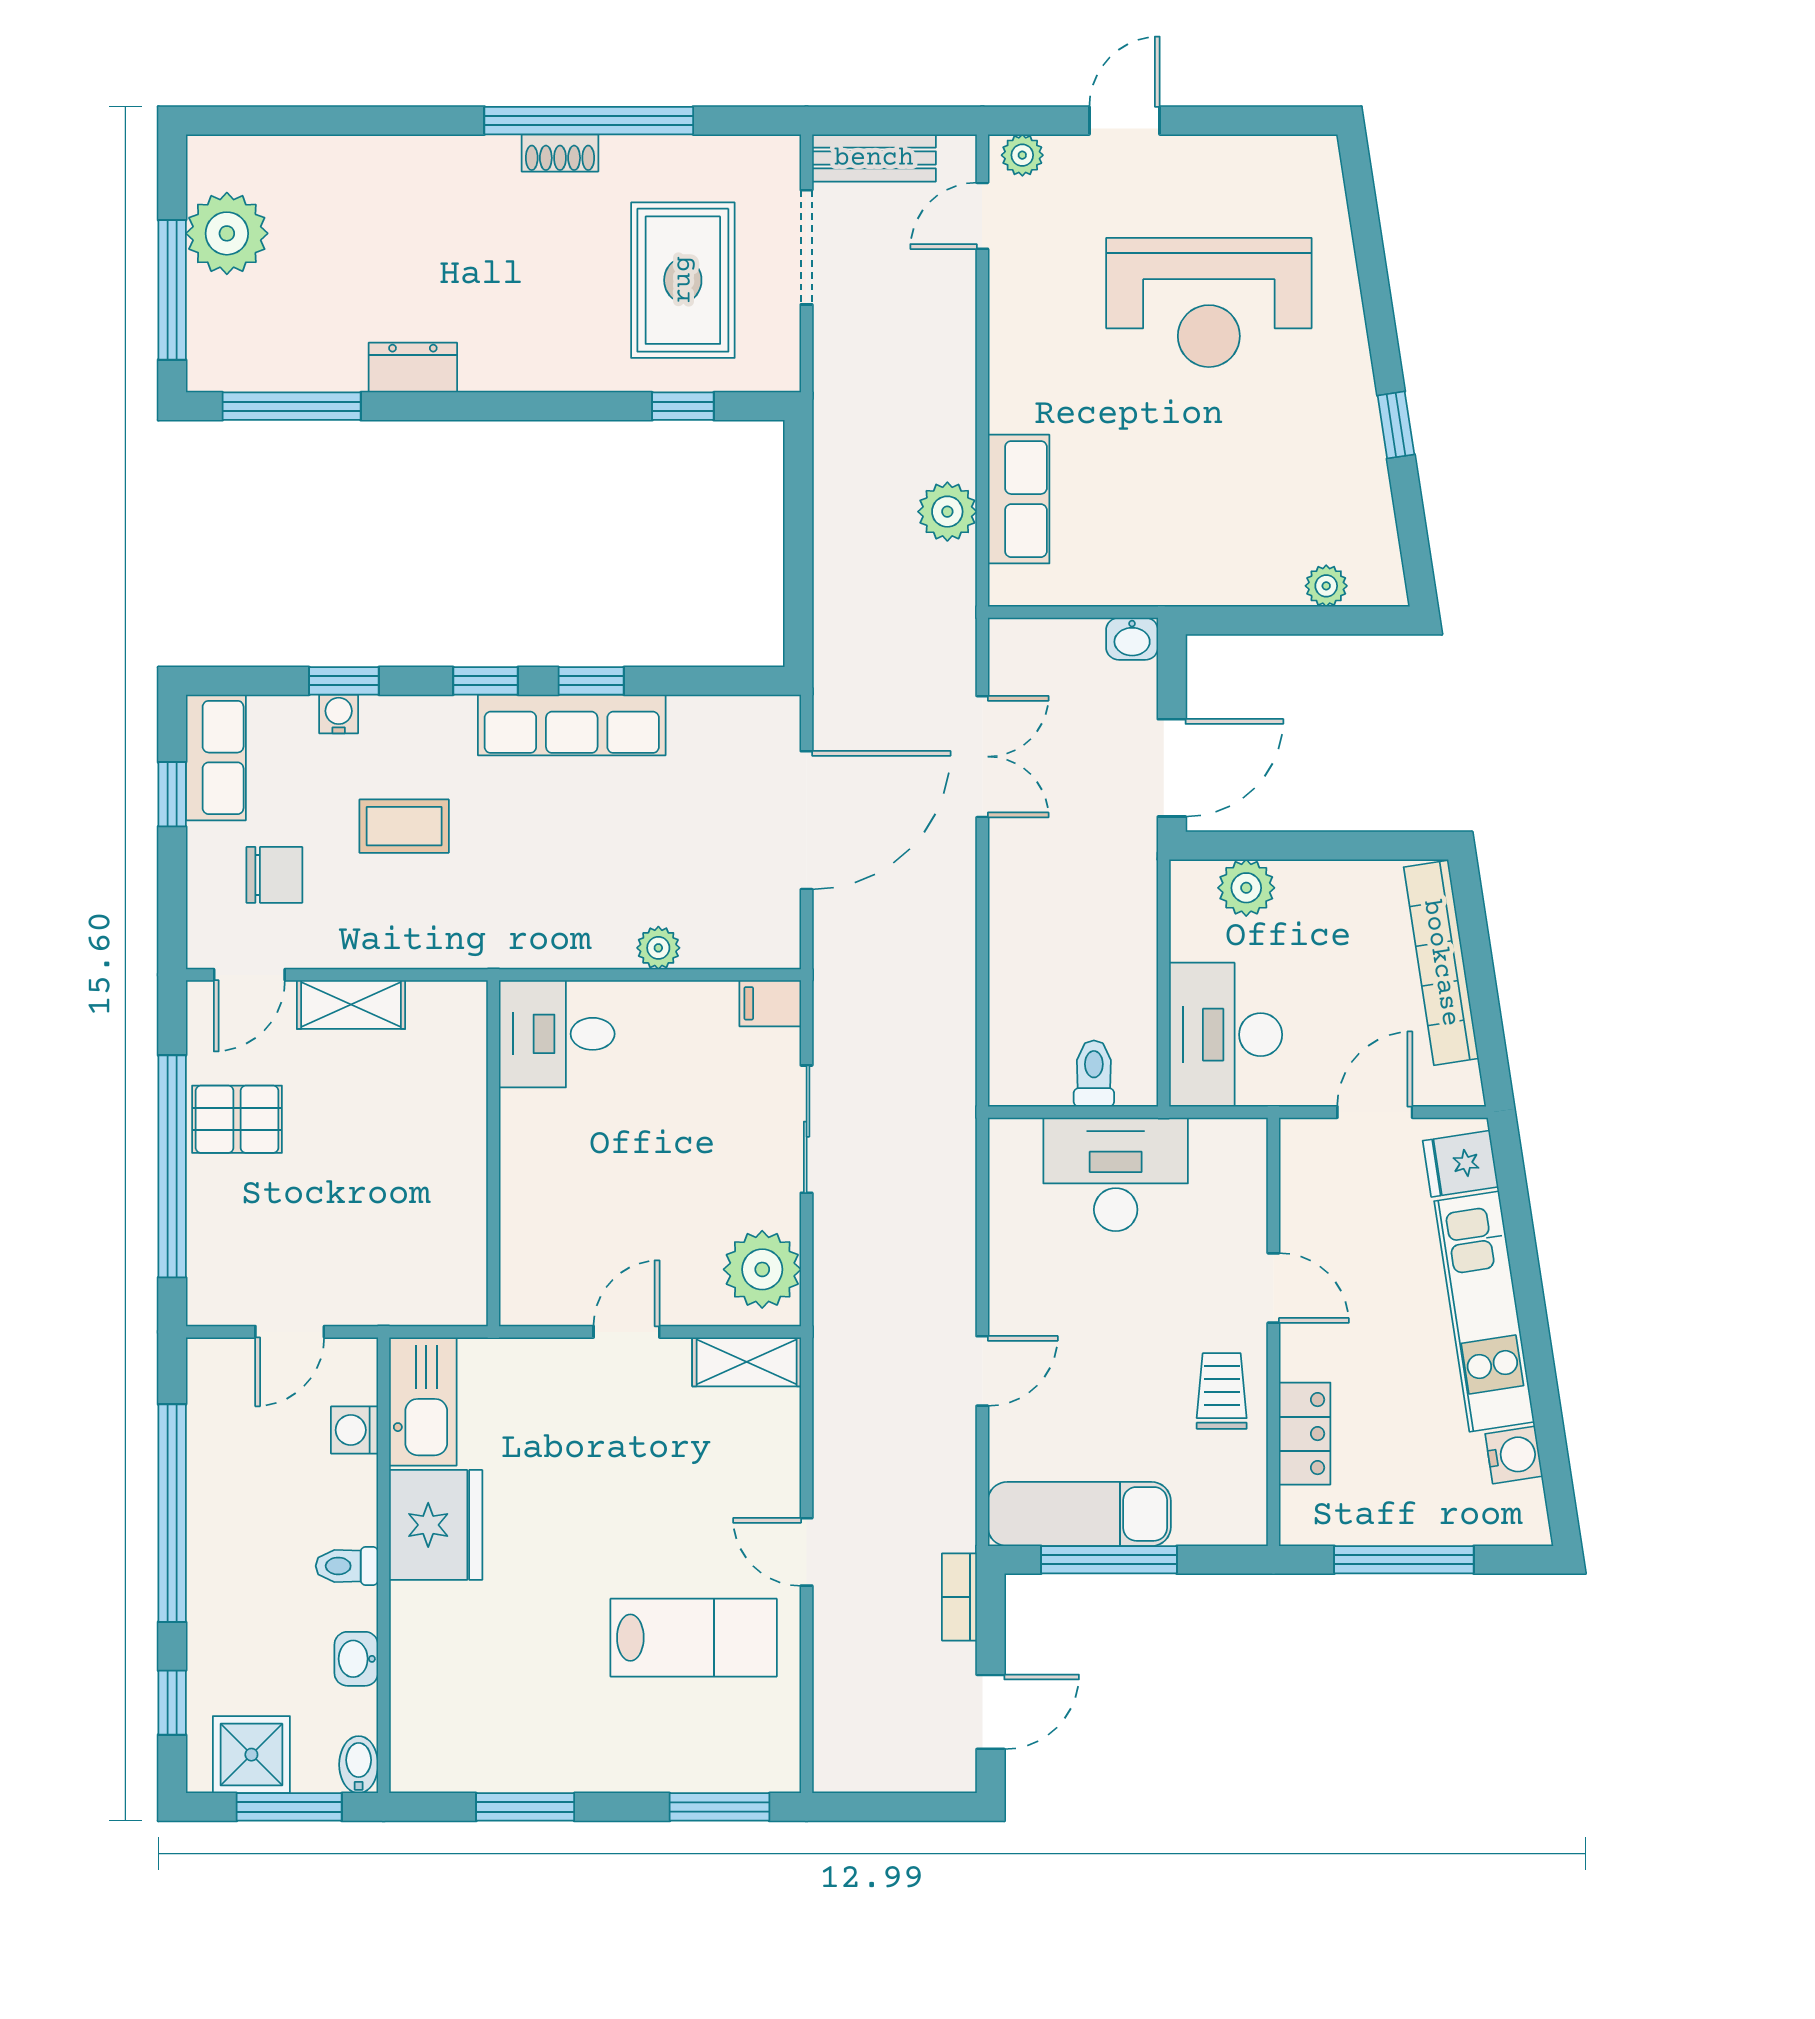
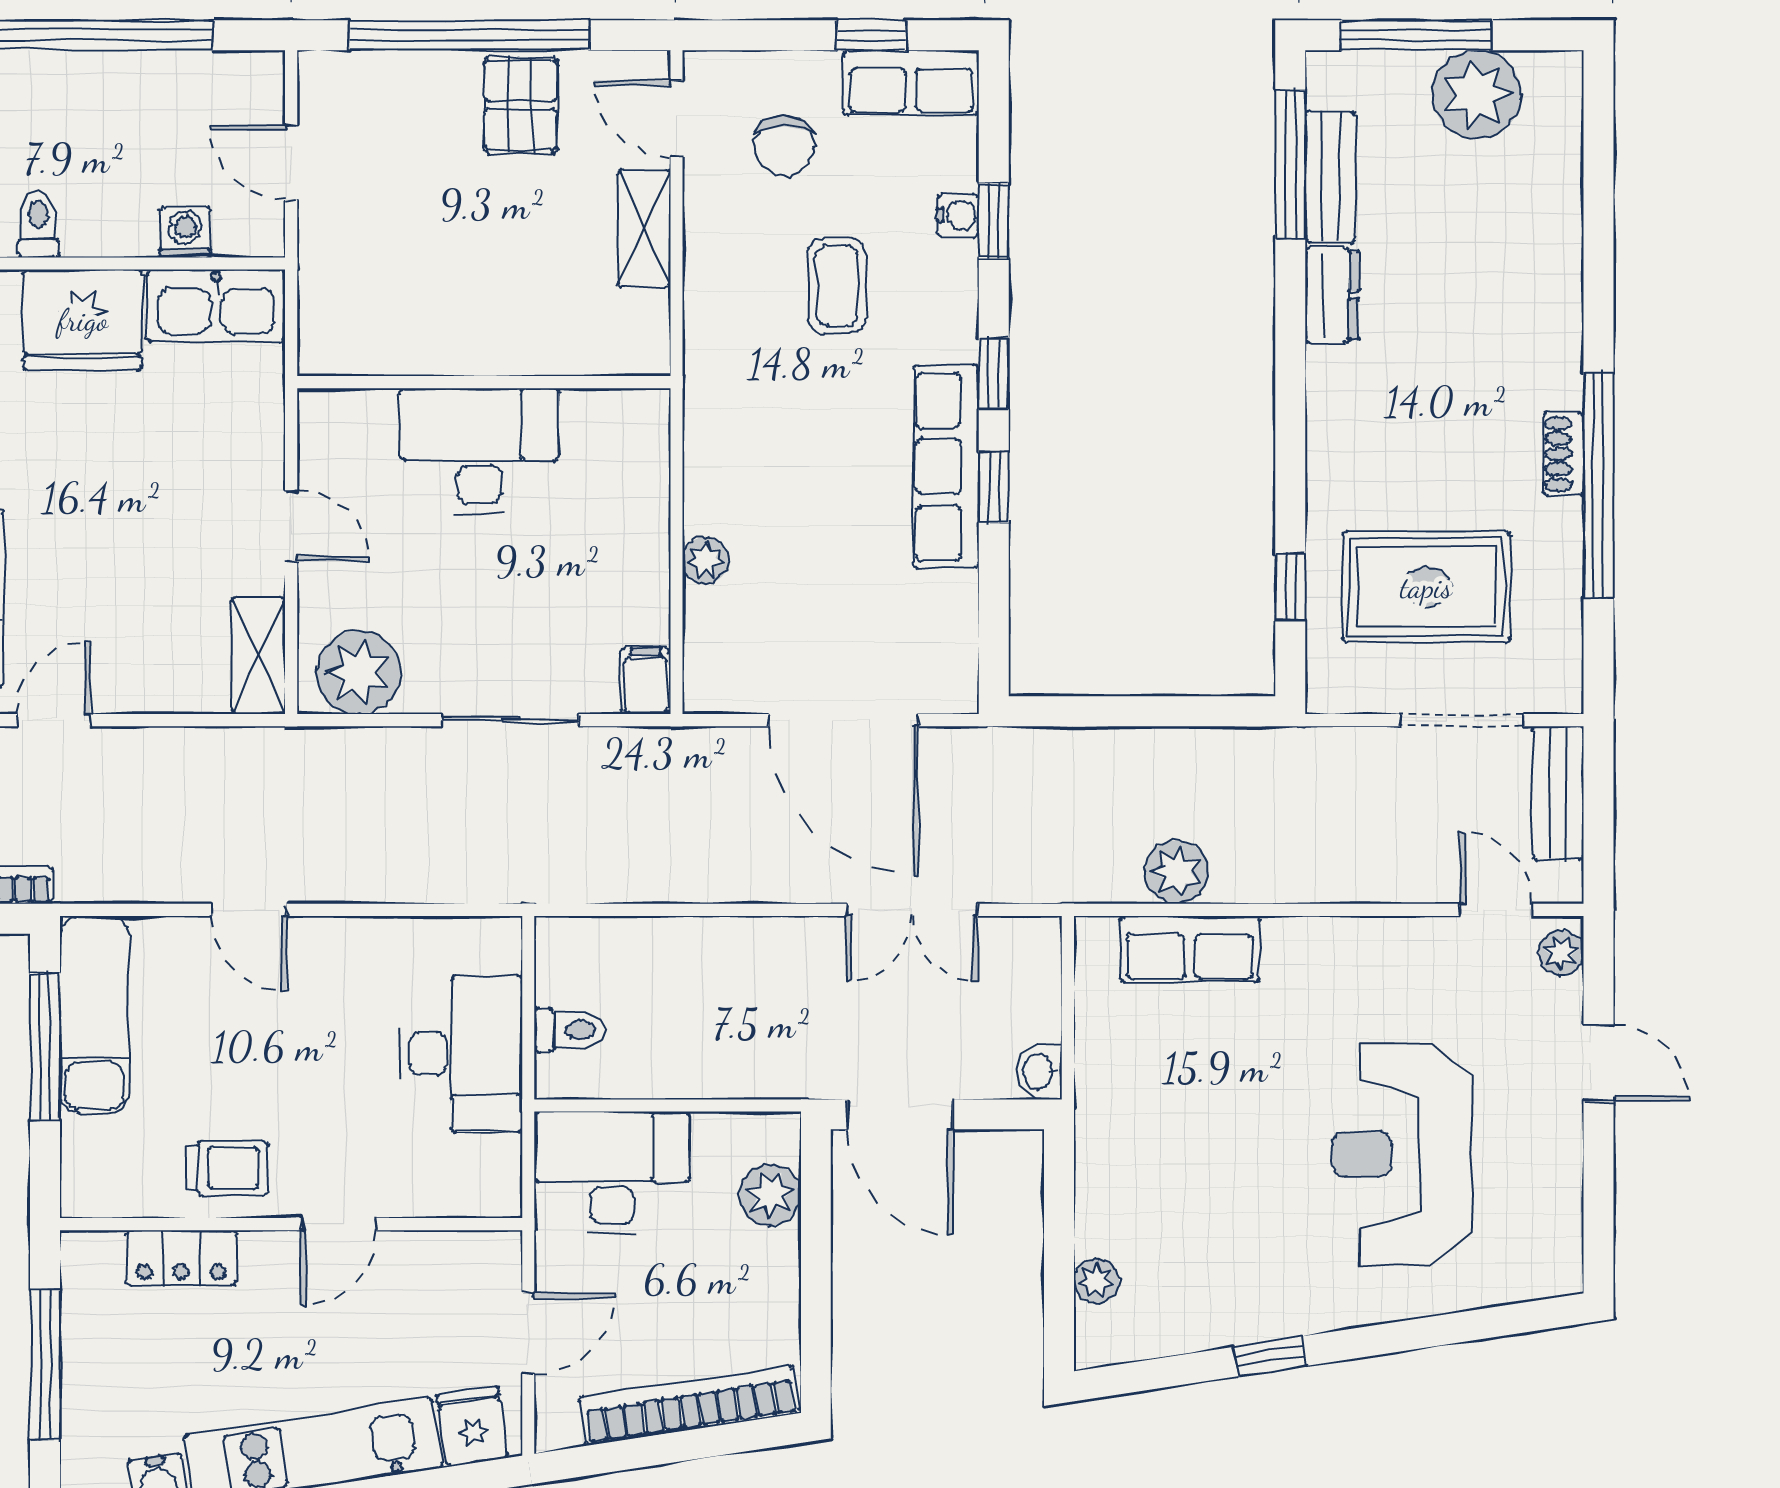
bench: (303, 369) -> (1330, 177), added
desk: (557, 1034) -> (479, 450), moved, width x1.37
door: (1375, 1112) -> (528, 1333), hinge flipped

